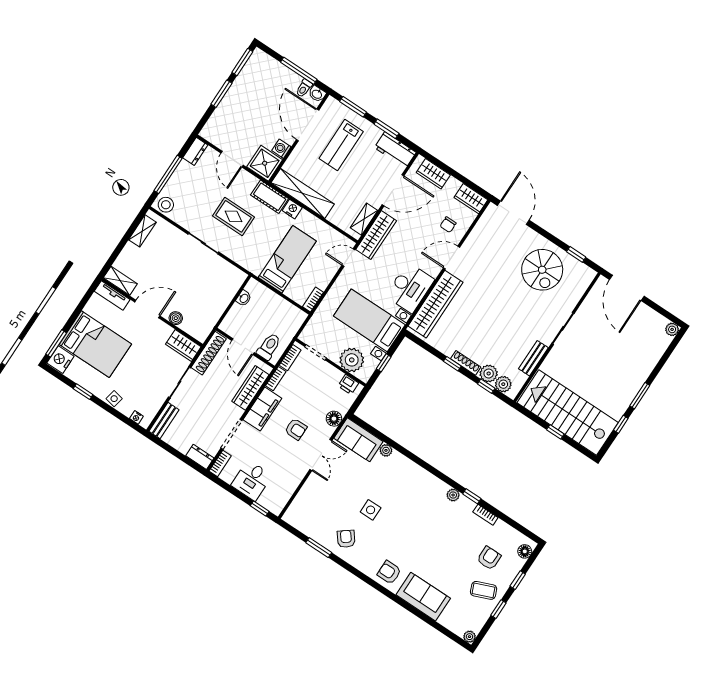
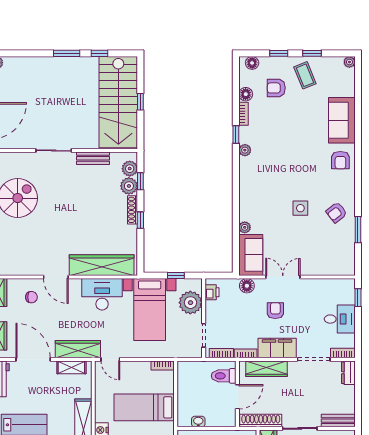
floor lamp: (501, 528) -> (246, 94), added

